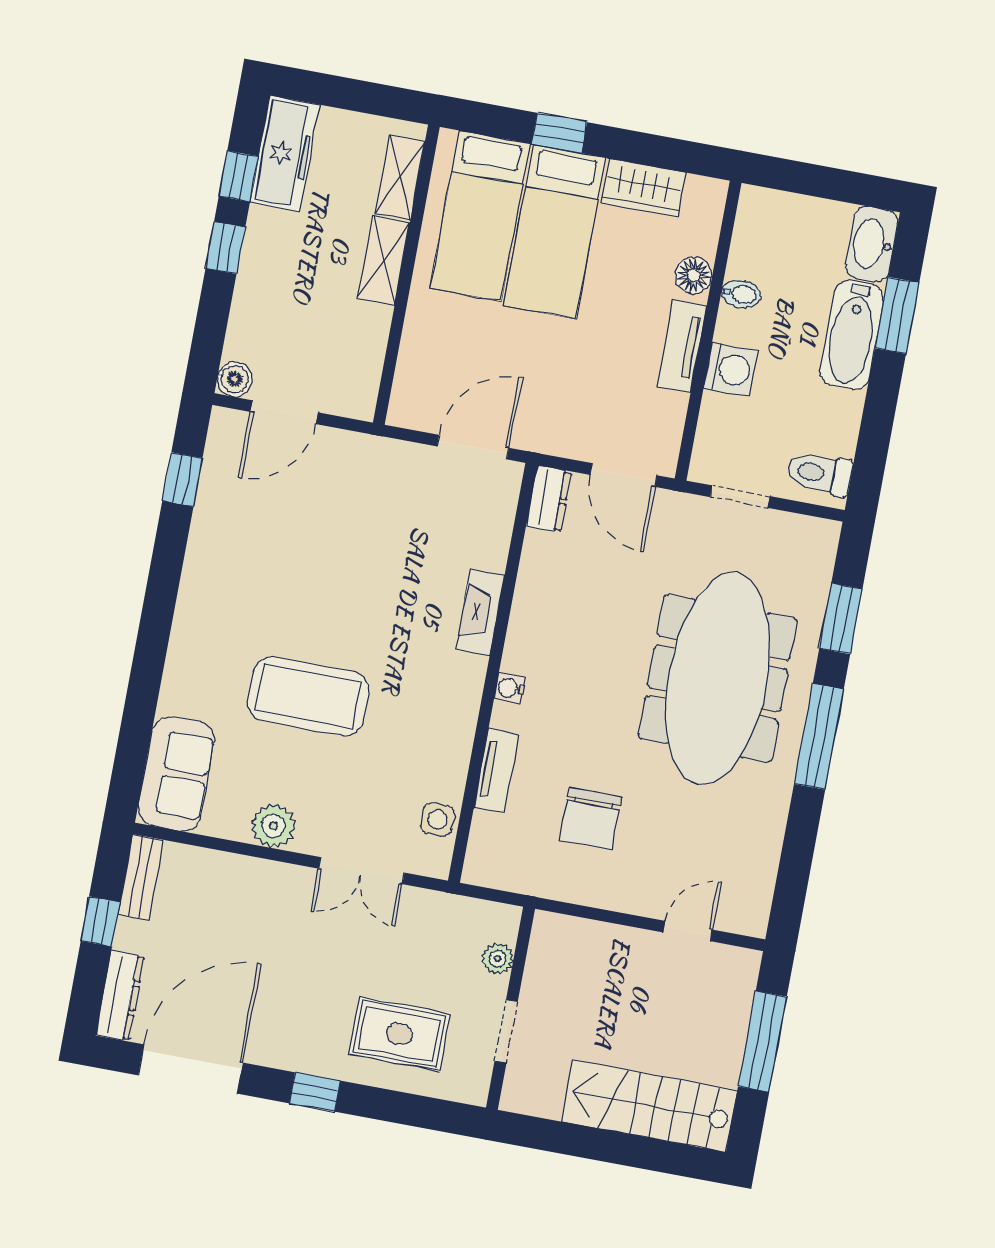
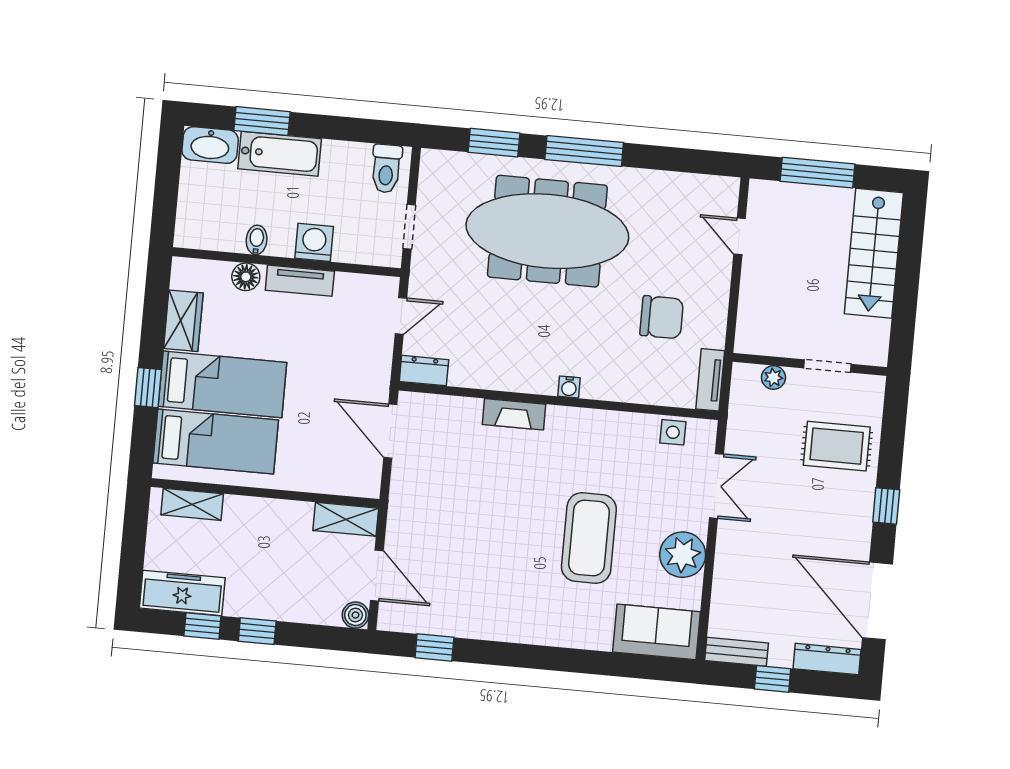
shelving: (384, 260) -> (346, 519), moved
door: (624, 475) -> (401, 316), width x0.73
tv unit: (496, 771) -> (710, 380), moved, turned -90
plant: (273, 826) -> (683, 555), width x1.36, depth x1.36
rug: (400, 1034) -> (837, 446), turned 90

